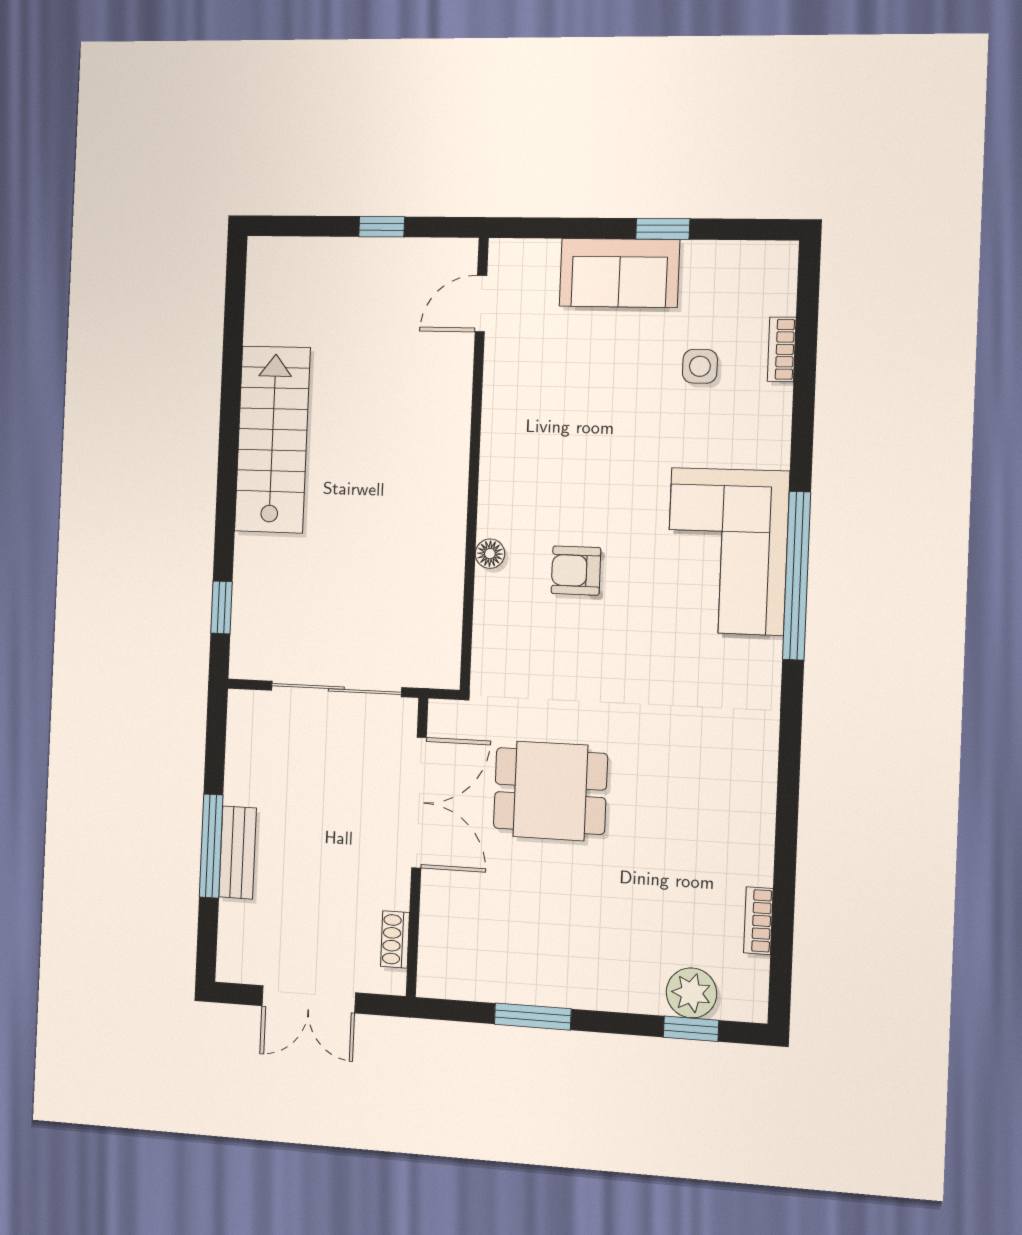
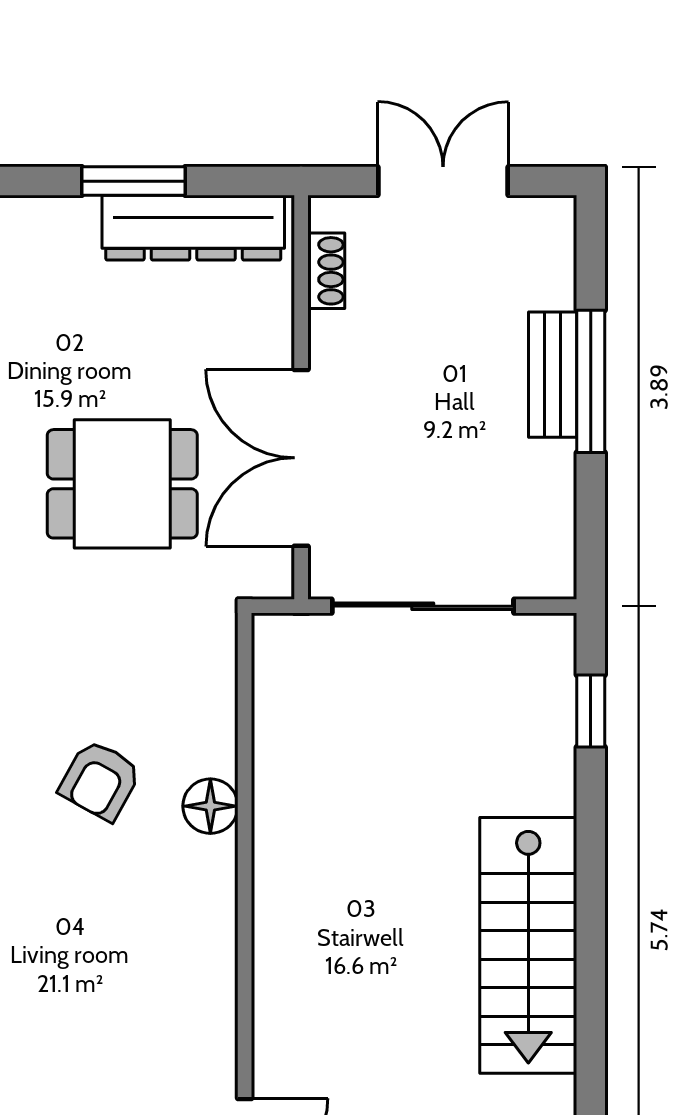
floor lamp: (490, 554) -> (210, 806), width x1.37, depth x1.37
armchair: (576, 571) -> (100, 780), turned 119
dresser: (490, 978) -> (193, 228), added

